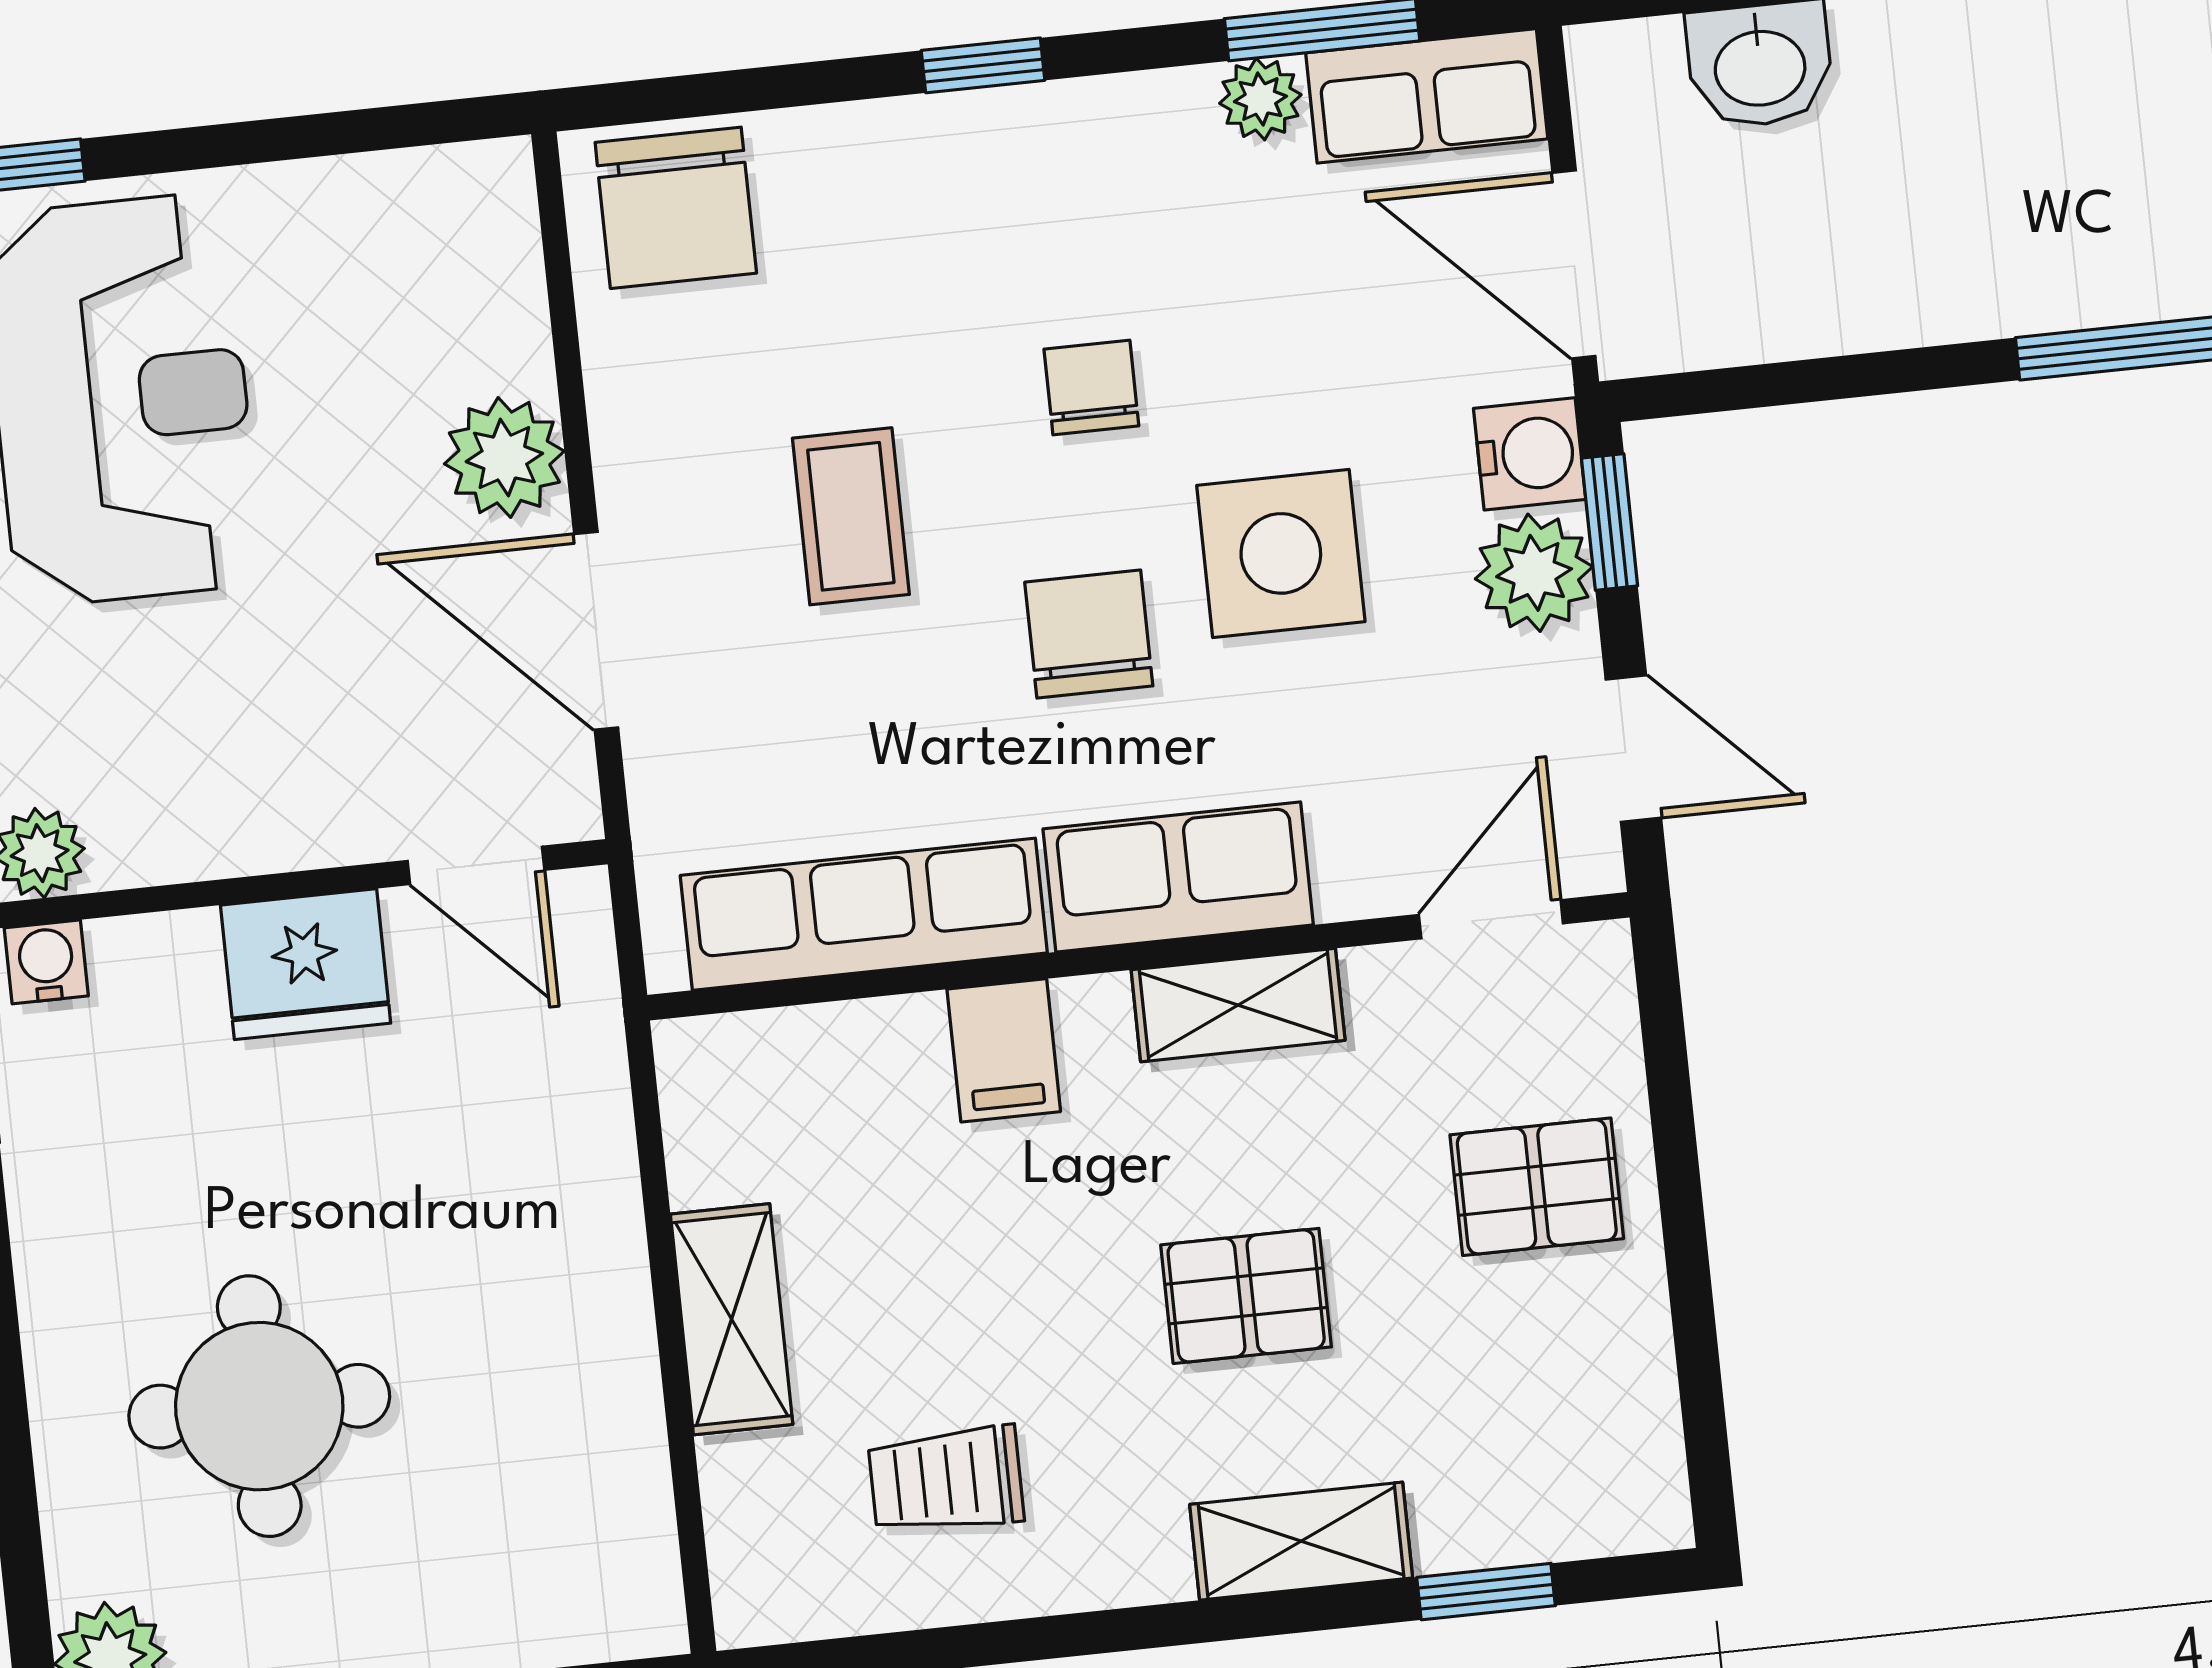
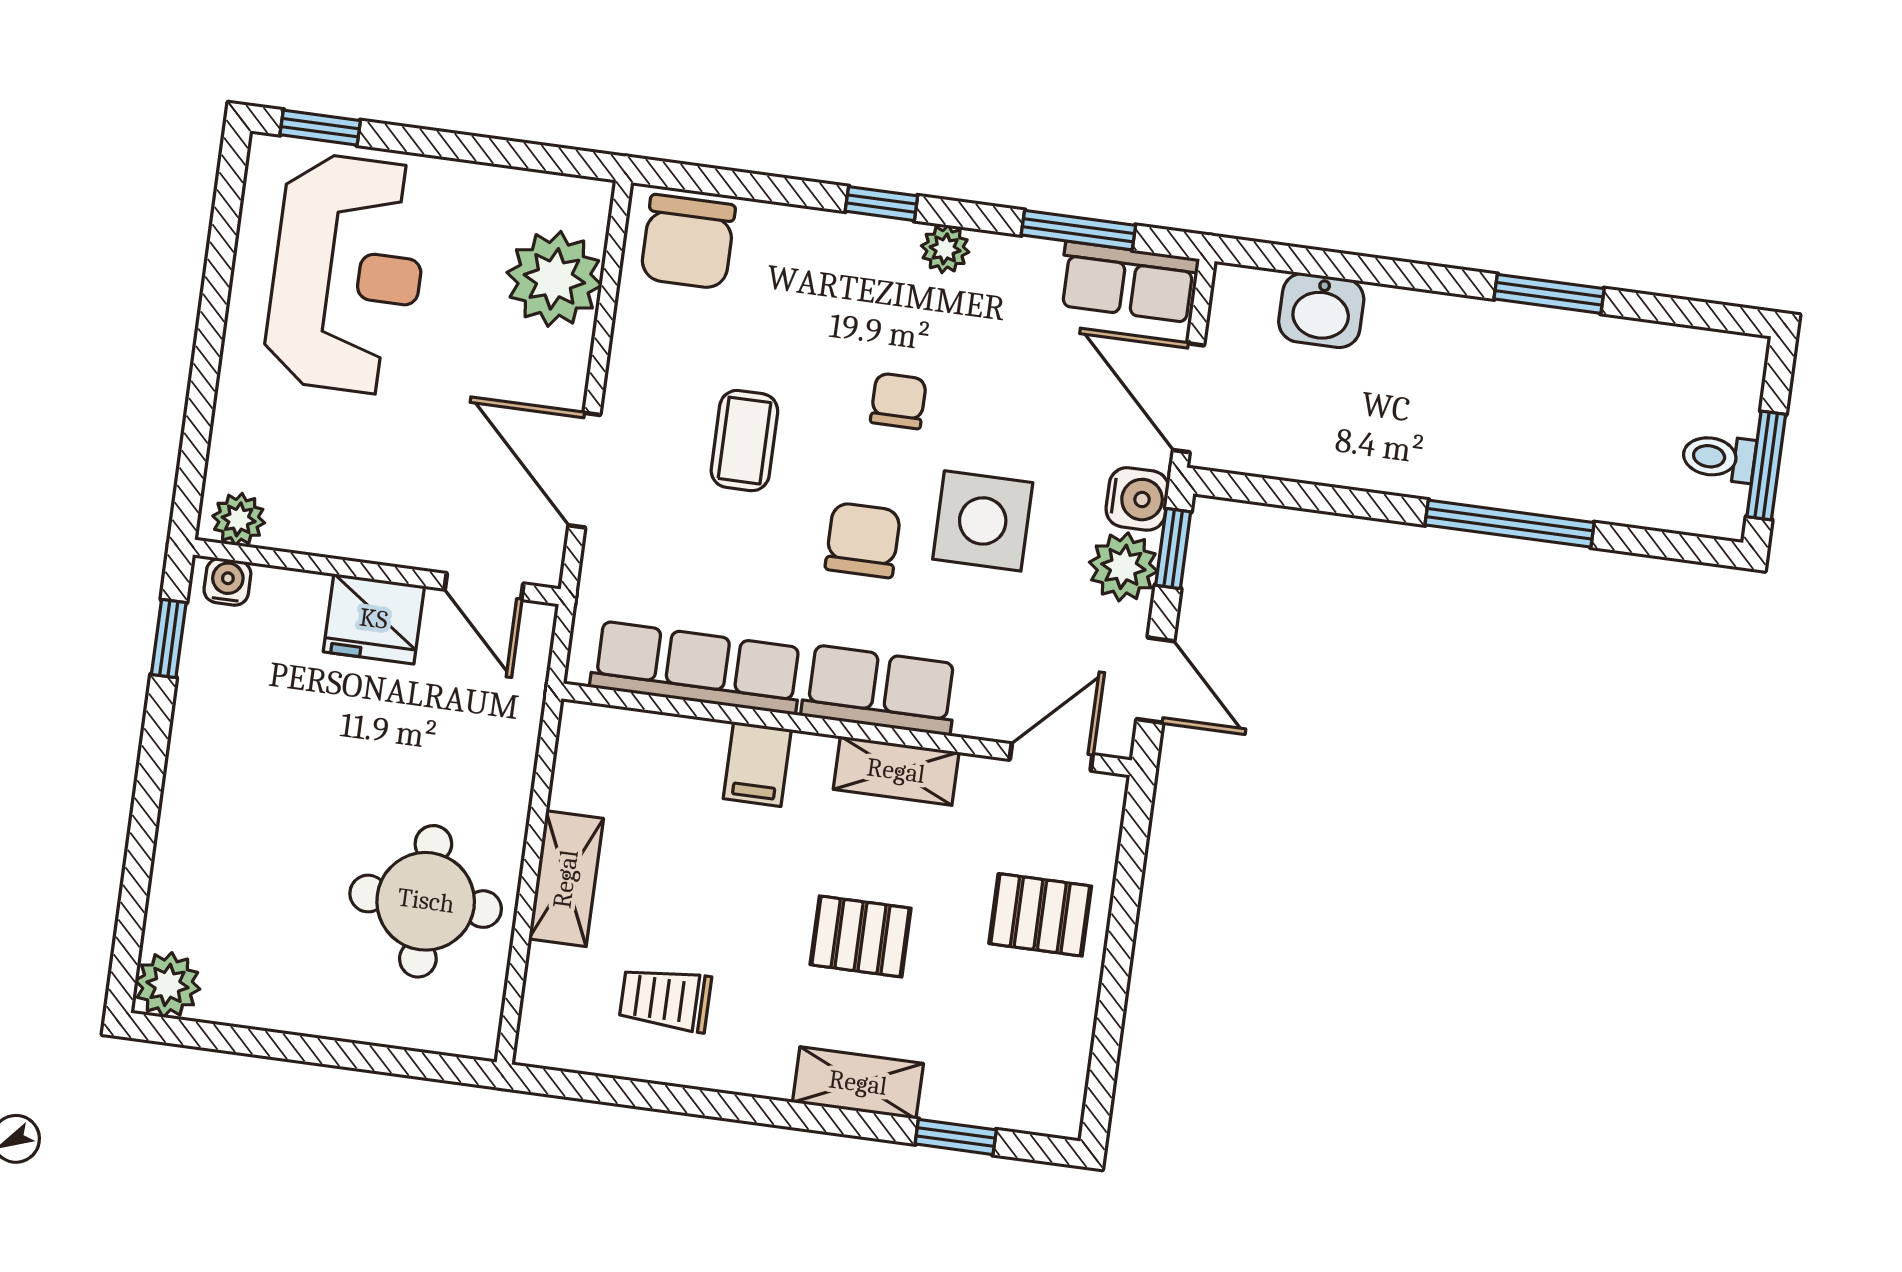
plant: (1260, 99) -> (945, 249), moved
plant: (504, 458) -> (554, 279), moved, width x1.36, depth x1.36
round table: (259, 1406) -> (426, 901), moved

